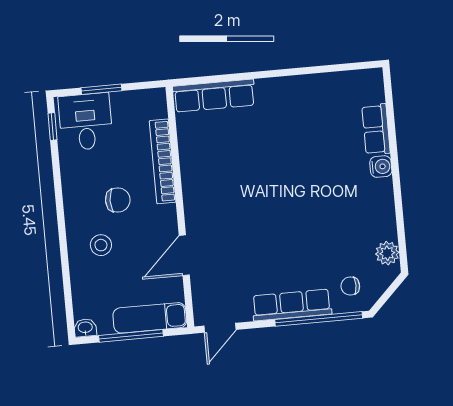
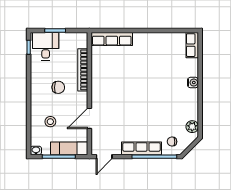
row of seats: (376, 129) -> (192, 45), moved
stool: (101, 245) -> (50, 122), moved

